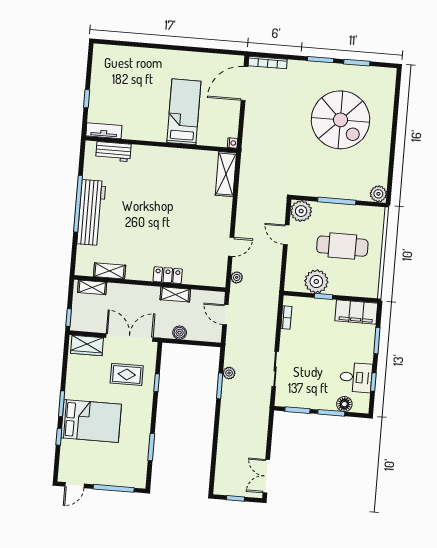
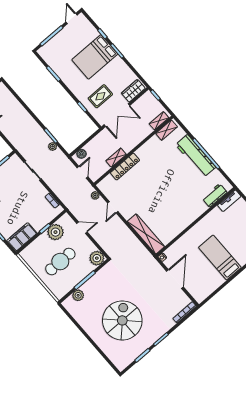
door: (244, 84) -> (175, 279), moved
bed: (184, 112) -> (220, 257), moved, turned 180
spiral stairs: (341, 120) -> (122, 320), turned 90
shelving: (226, 174) -> (146, 234), width x1.47
plant: (378, 194) -> (78, 295), moved
door: (286, 235) -> (82, 228), moved
shelving: (110, 271) -> (167, 130), moved
locker: (168, 275) -> (125, 167), width x1.53
door: (225, 315) -> (82, 172), hinge flipped
boiler: (180, 333) -> (82, 154), moved

